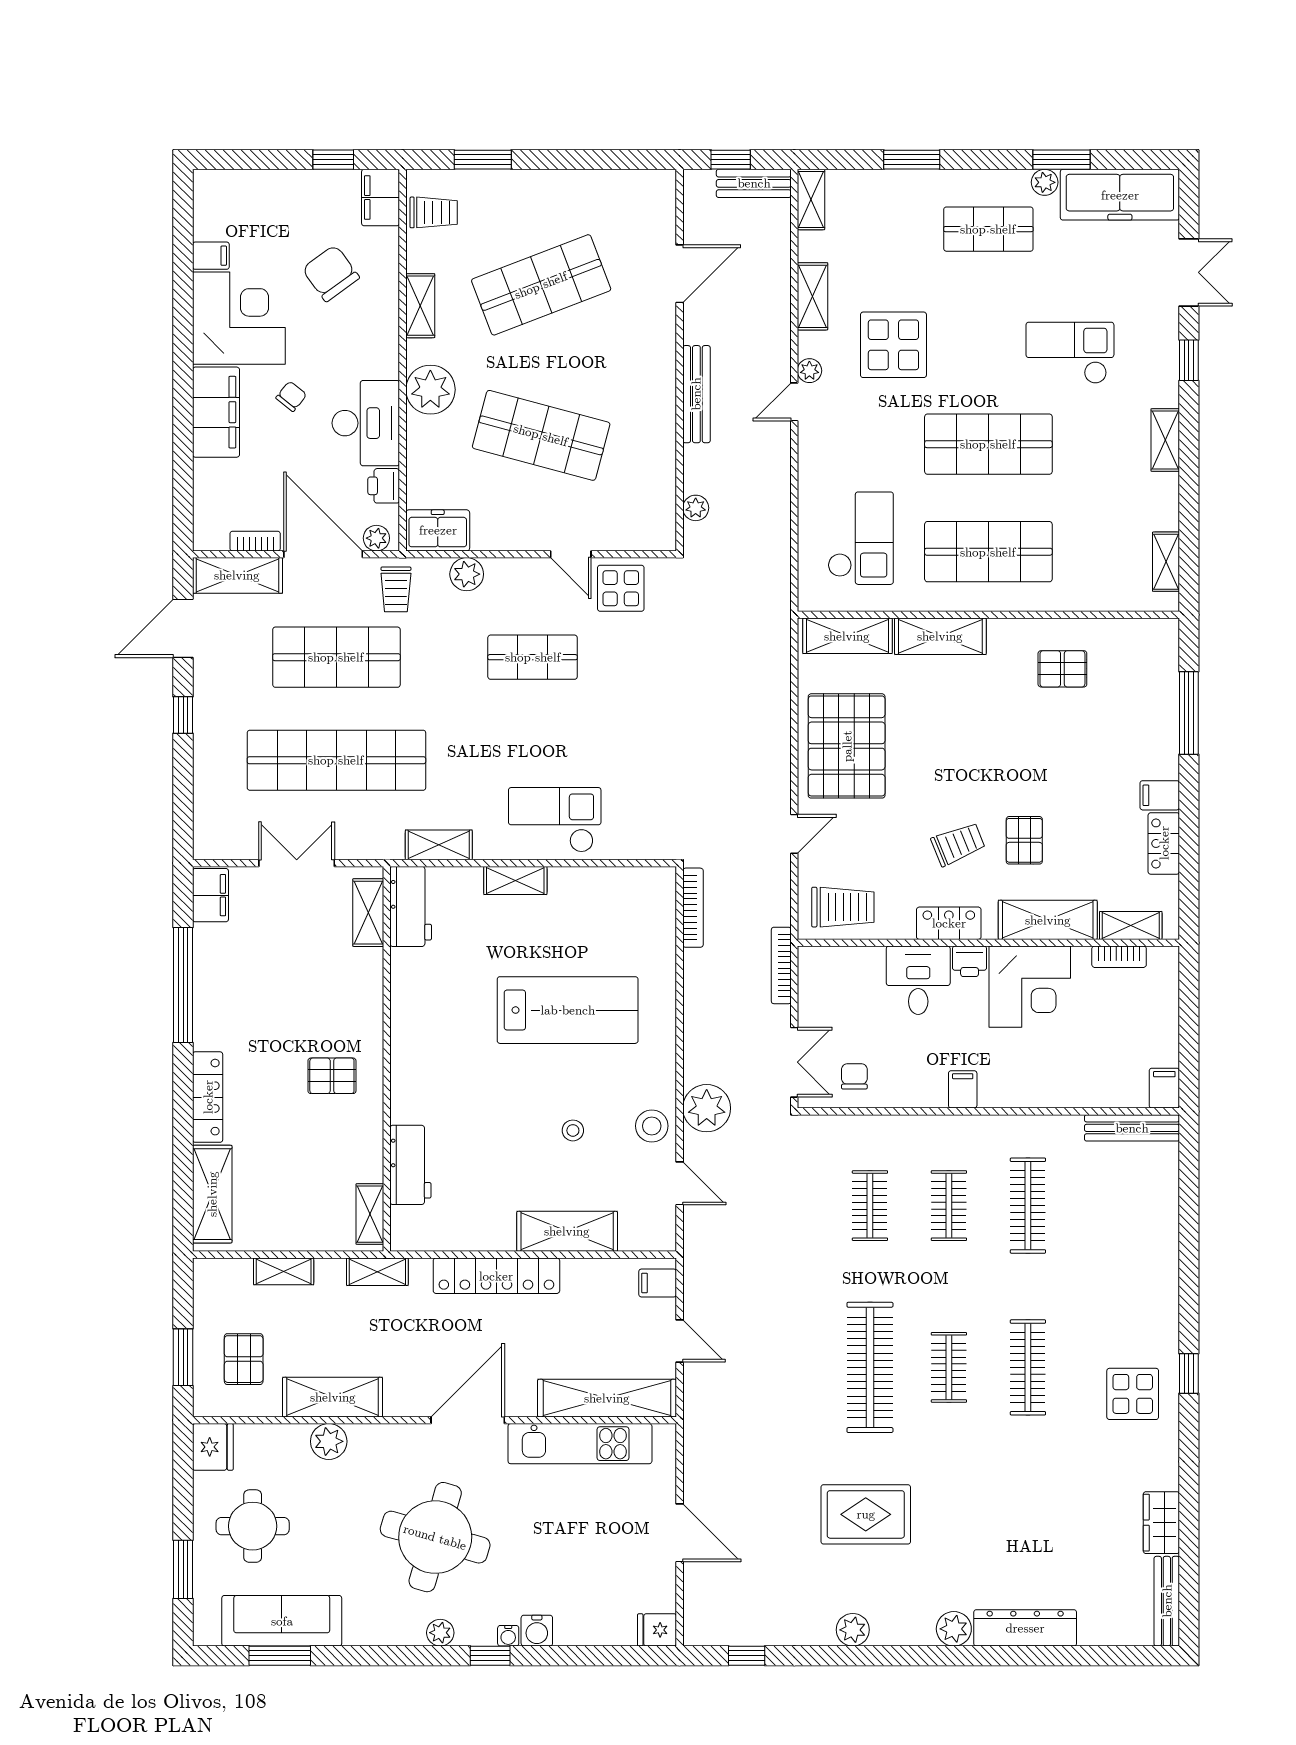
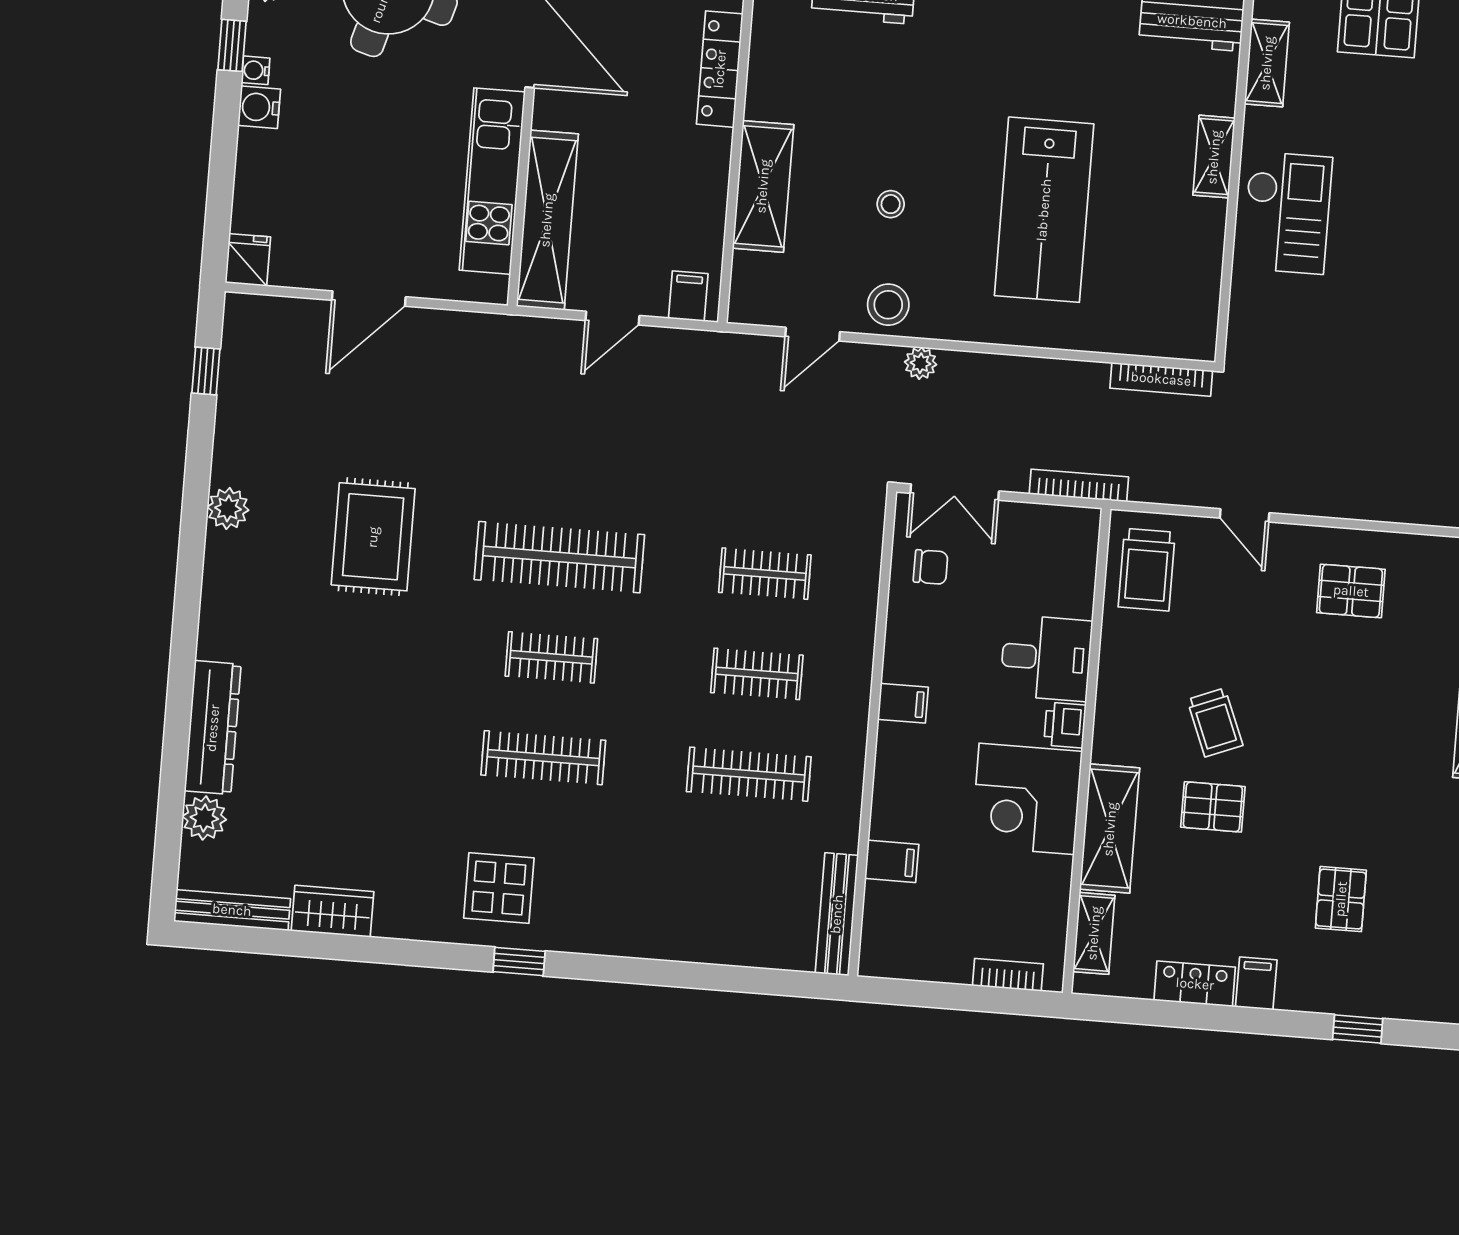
pallet: (1062, 669) -> (1341, 899), moved
window: (1189, 713) -> (1358, 1029), width x0.46
pallet: (847, 746) -> (1351, 591), width x0.49, depth x0.50
locker: (949, 923) -> (1115, 703), removed
bookcase: (1119, 957) -> (1008, 975), moved, turned 90
filing cabinet: (1164, 1088) -> (892, 861), moved
plant: (707, 1108) -> (921, 363), width x0.53, depth x0.53
locker: (496, 1276) -> (720, 69), width x0.71, depth x0.83
plant: (954, 1629) -> (204, 818), moved

